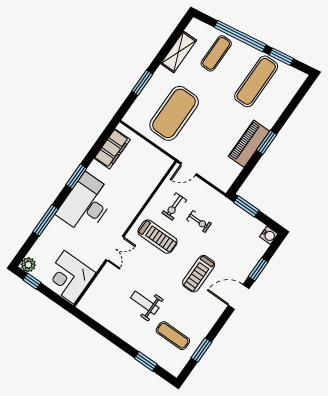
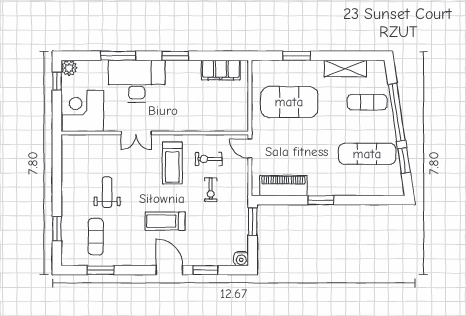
piano: (249, 144) -> (283, 186), moved
desk: (86, 204) -> (137, 81), moved

